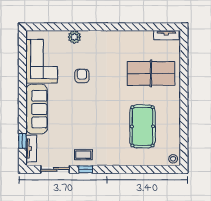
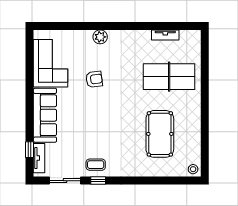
tv unit: (166, 35) -> (165, 35), moved
plant: (74, 37) -> (100, 37), moved
armchair: (82, 76) -> (94, 79), turned 83

